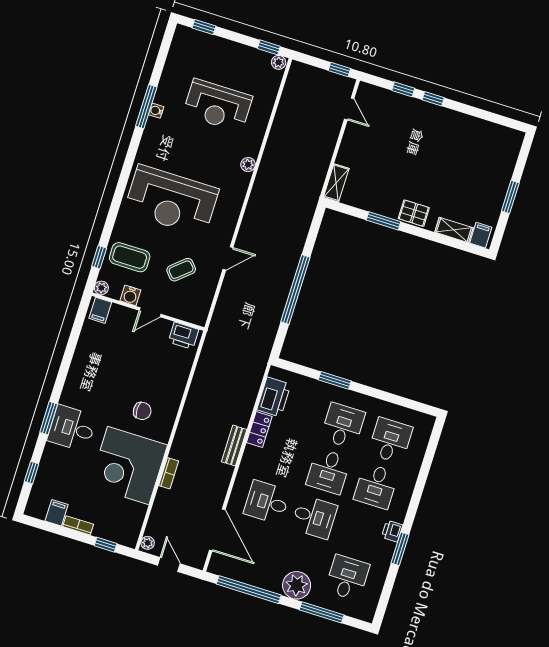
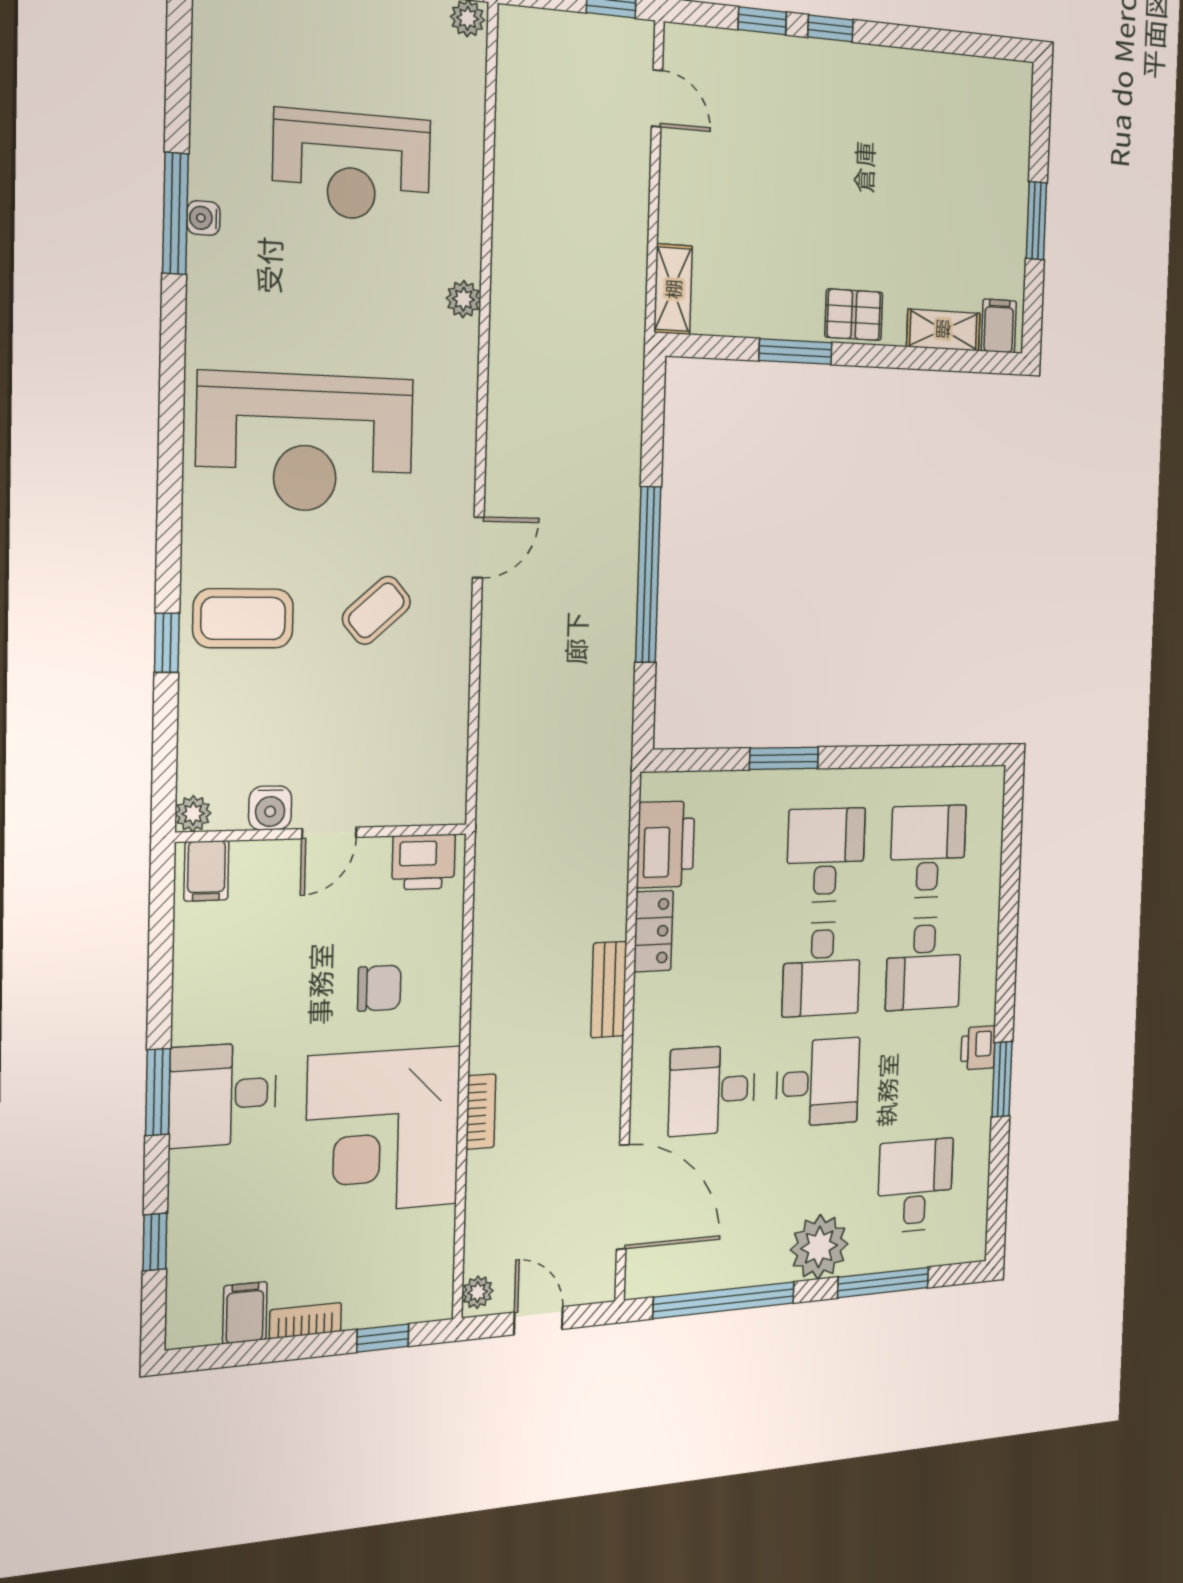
plant: (101, 288) -> (193, 814), moved
water cooler: (130, 295) -> (270, 808), moved
filing cabinet: (100, 310) -> (206, 871), moved
wall: (148, 312) -> (324, 833), moved
door: (150, 312) -> (329, 833), moved
printer: (183, 336) -> (424, 862), moved

